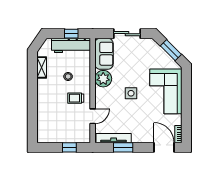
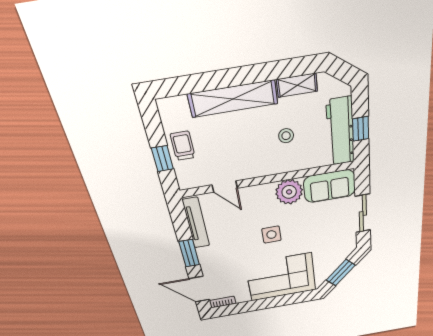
trolley: (76, 98) -> (183, 146), moved
shelving: (43, 102) -> (233, 99), added
window: (123, 147) -> (189, 253), moved
door: (164, 147) -> (199, 289), swing flipped

